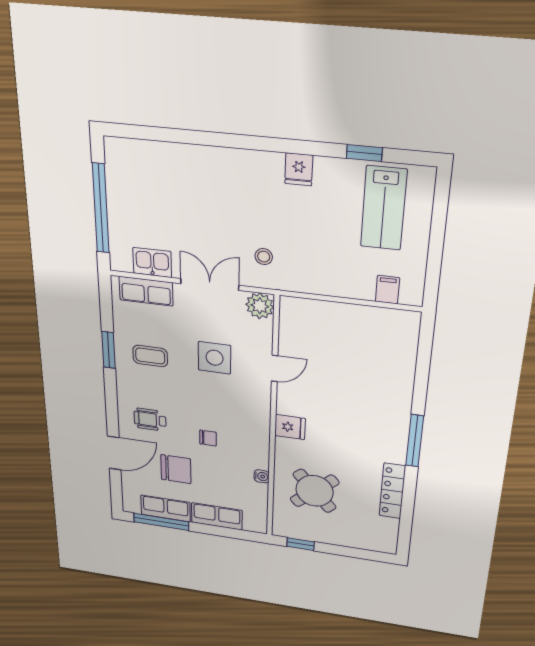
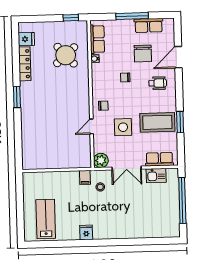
window: (364, 153) -> (57, 244), removed
filing cabinet: (387, 290) -> (85, 177), moved
coffee table: (150, 356) -> (157, 122), width x1.86, depth x1.72
chair: (250, 400) -> (103, 106), added
fridge: (290, 427) -> (26, 39), moved, turned 180
window: (415, 441) -> (17, 97), width x0.69
chair: (176, 469) -> (143, 54), turned -90
row of seats: (217, 516) -> (97, 39), moved, turned -90
window: (161, 522) -> (132, 16), moved

